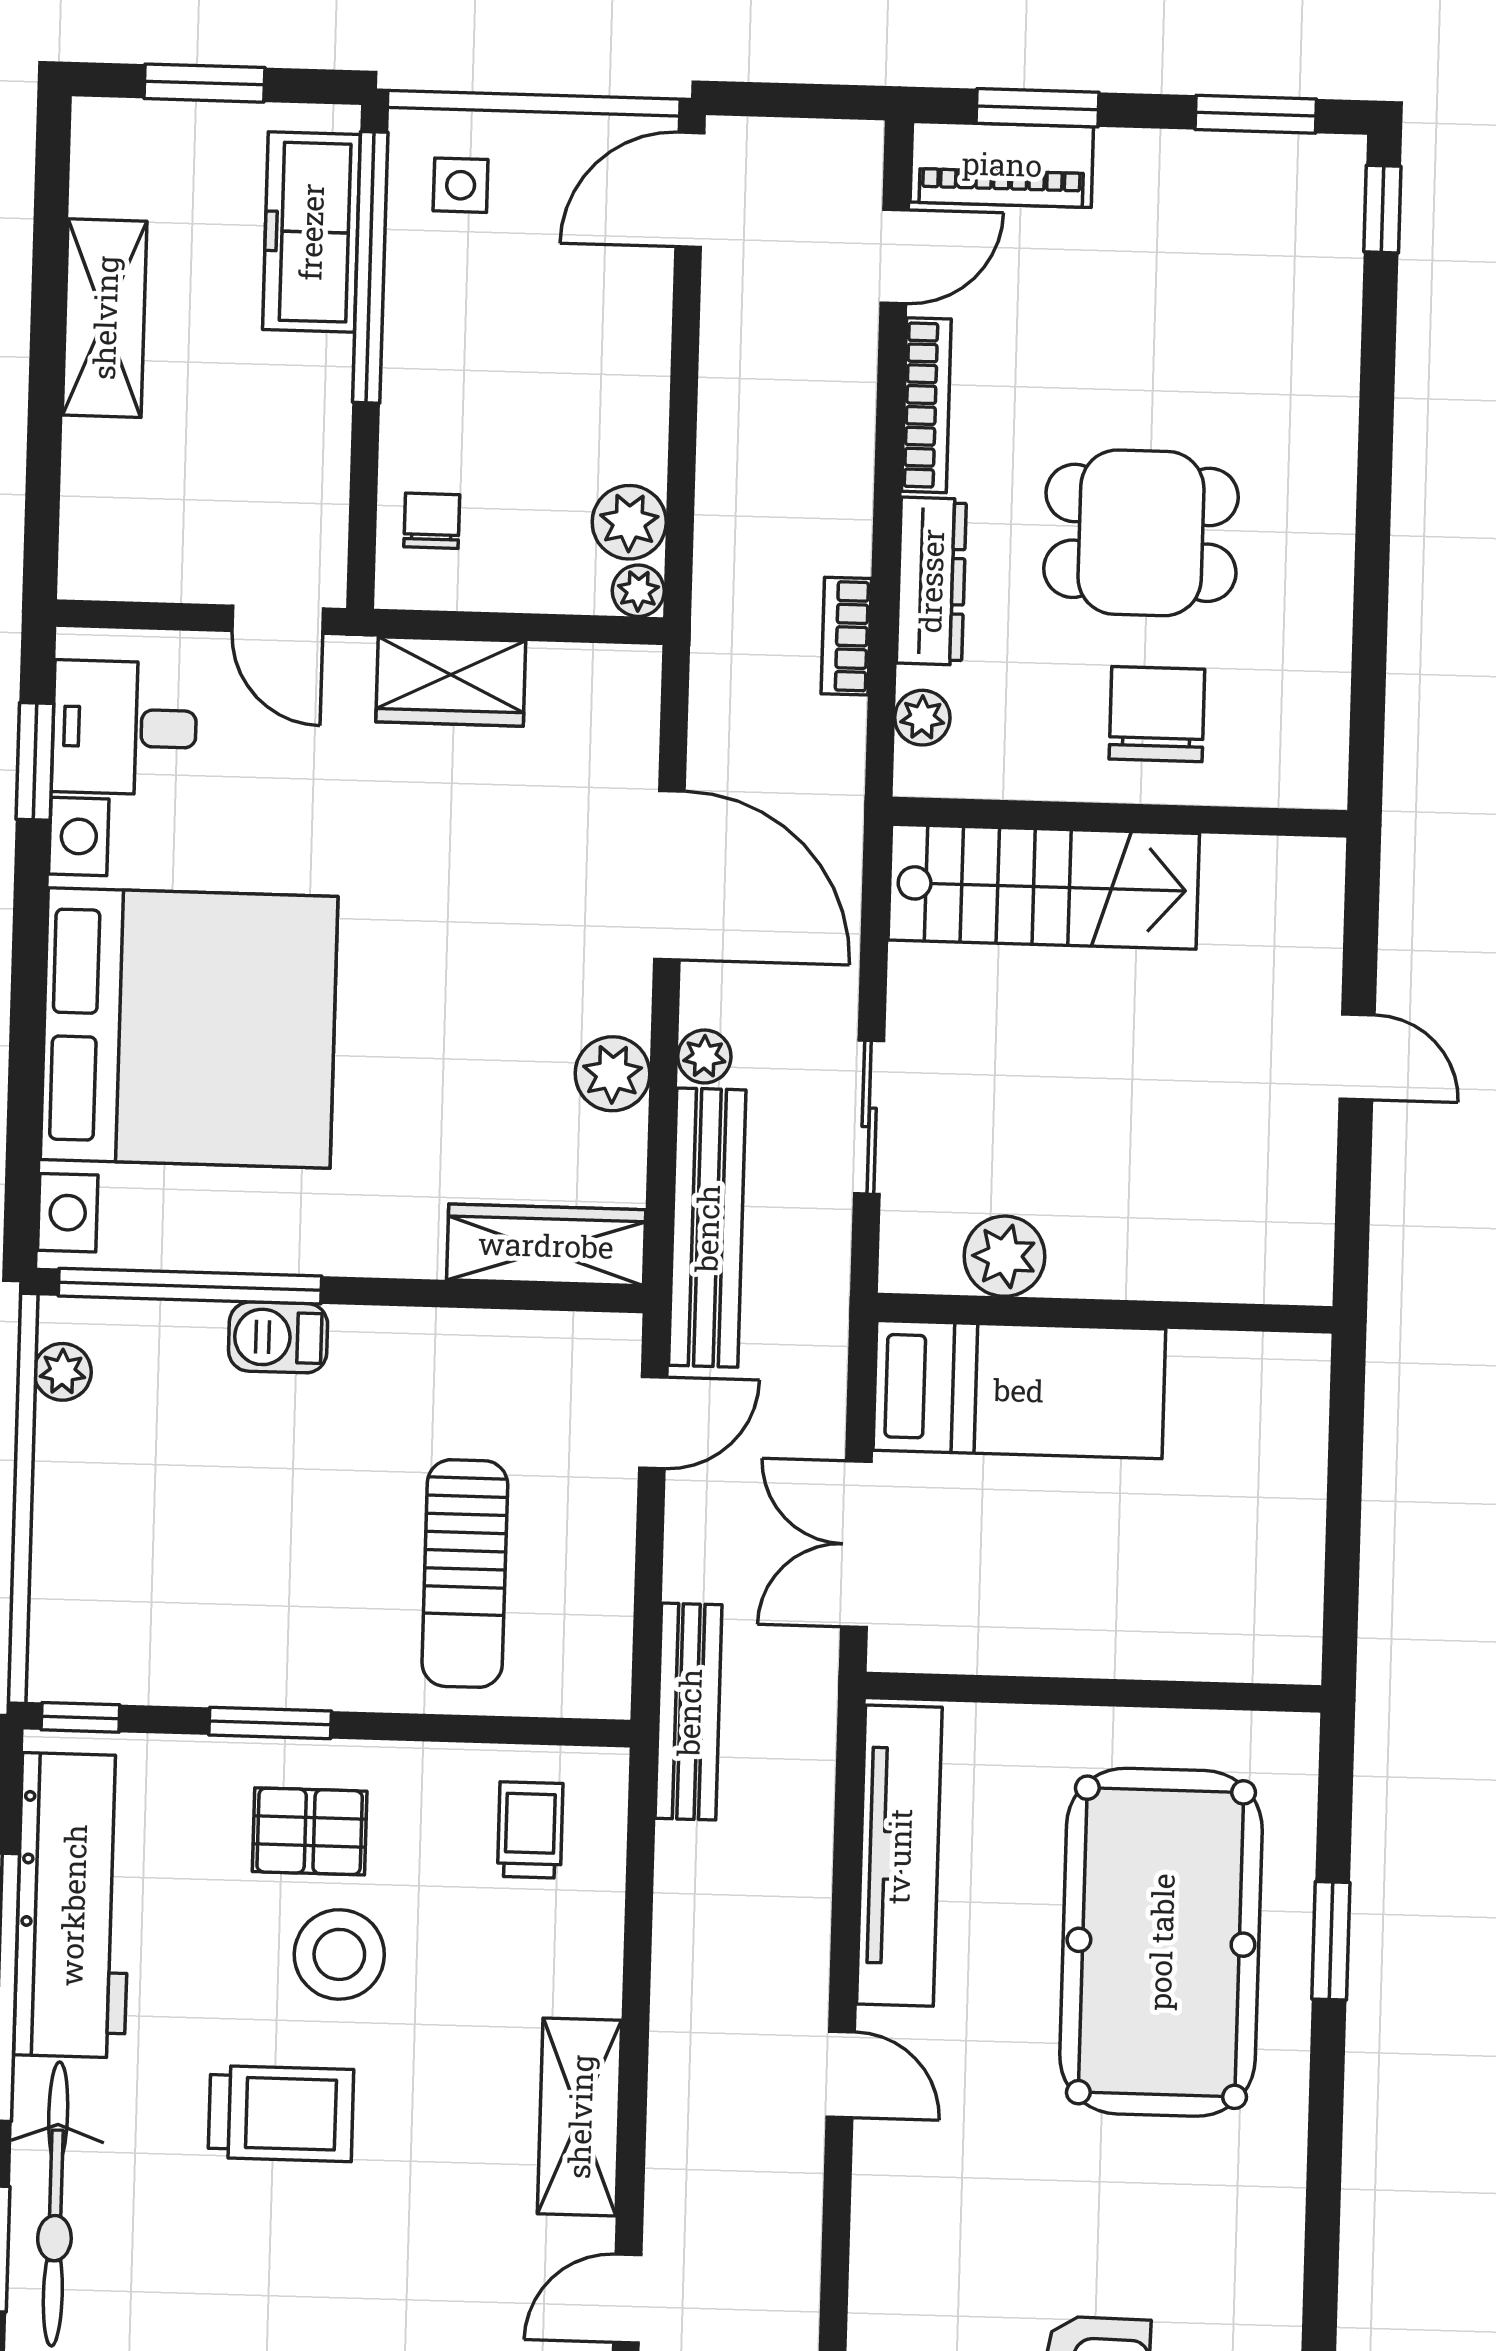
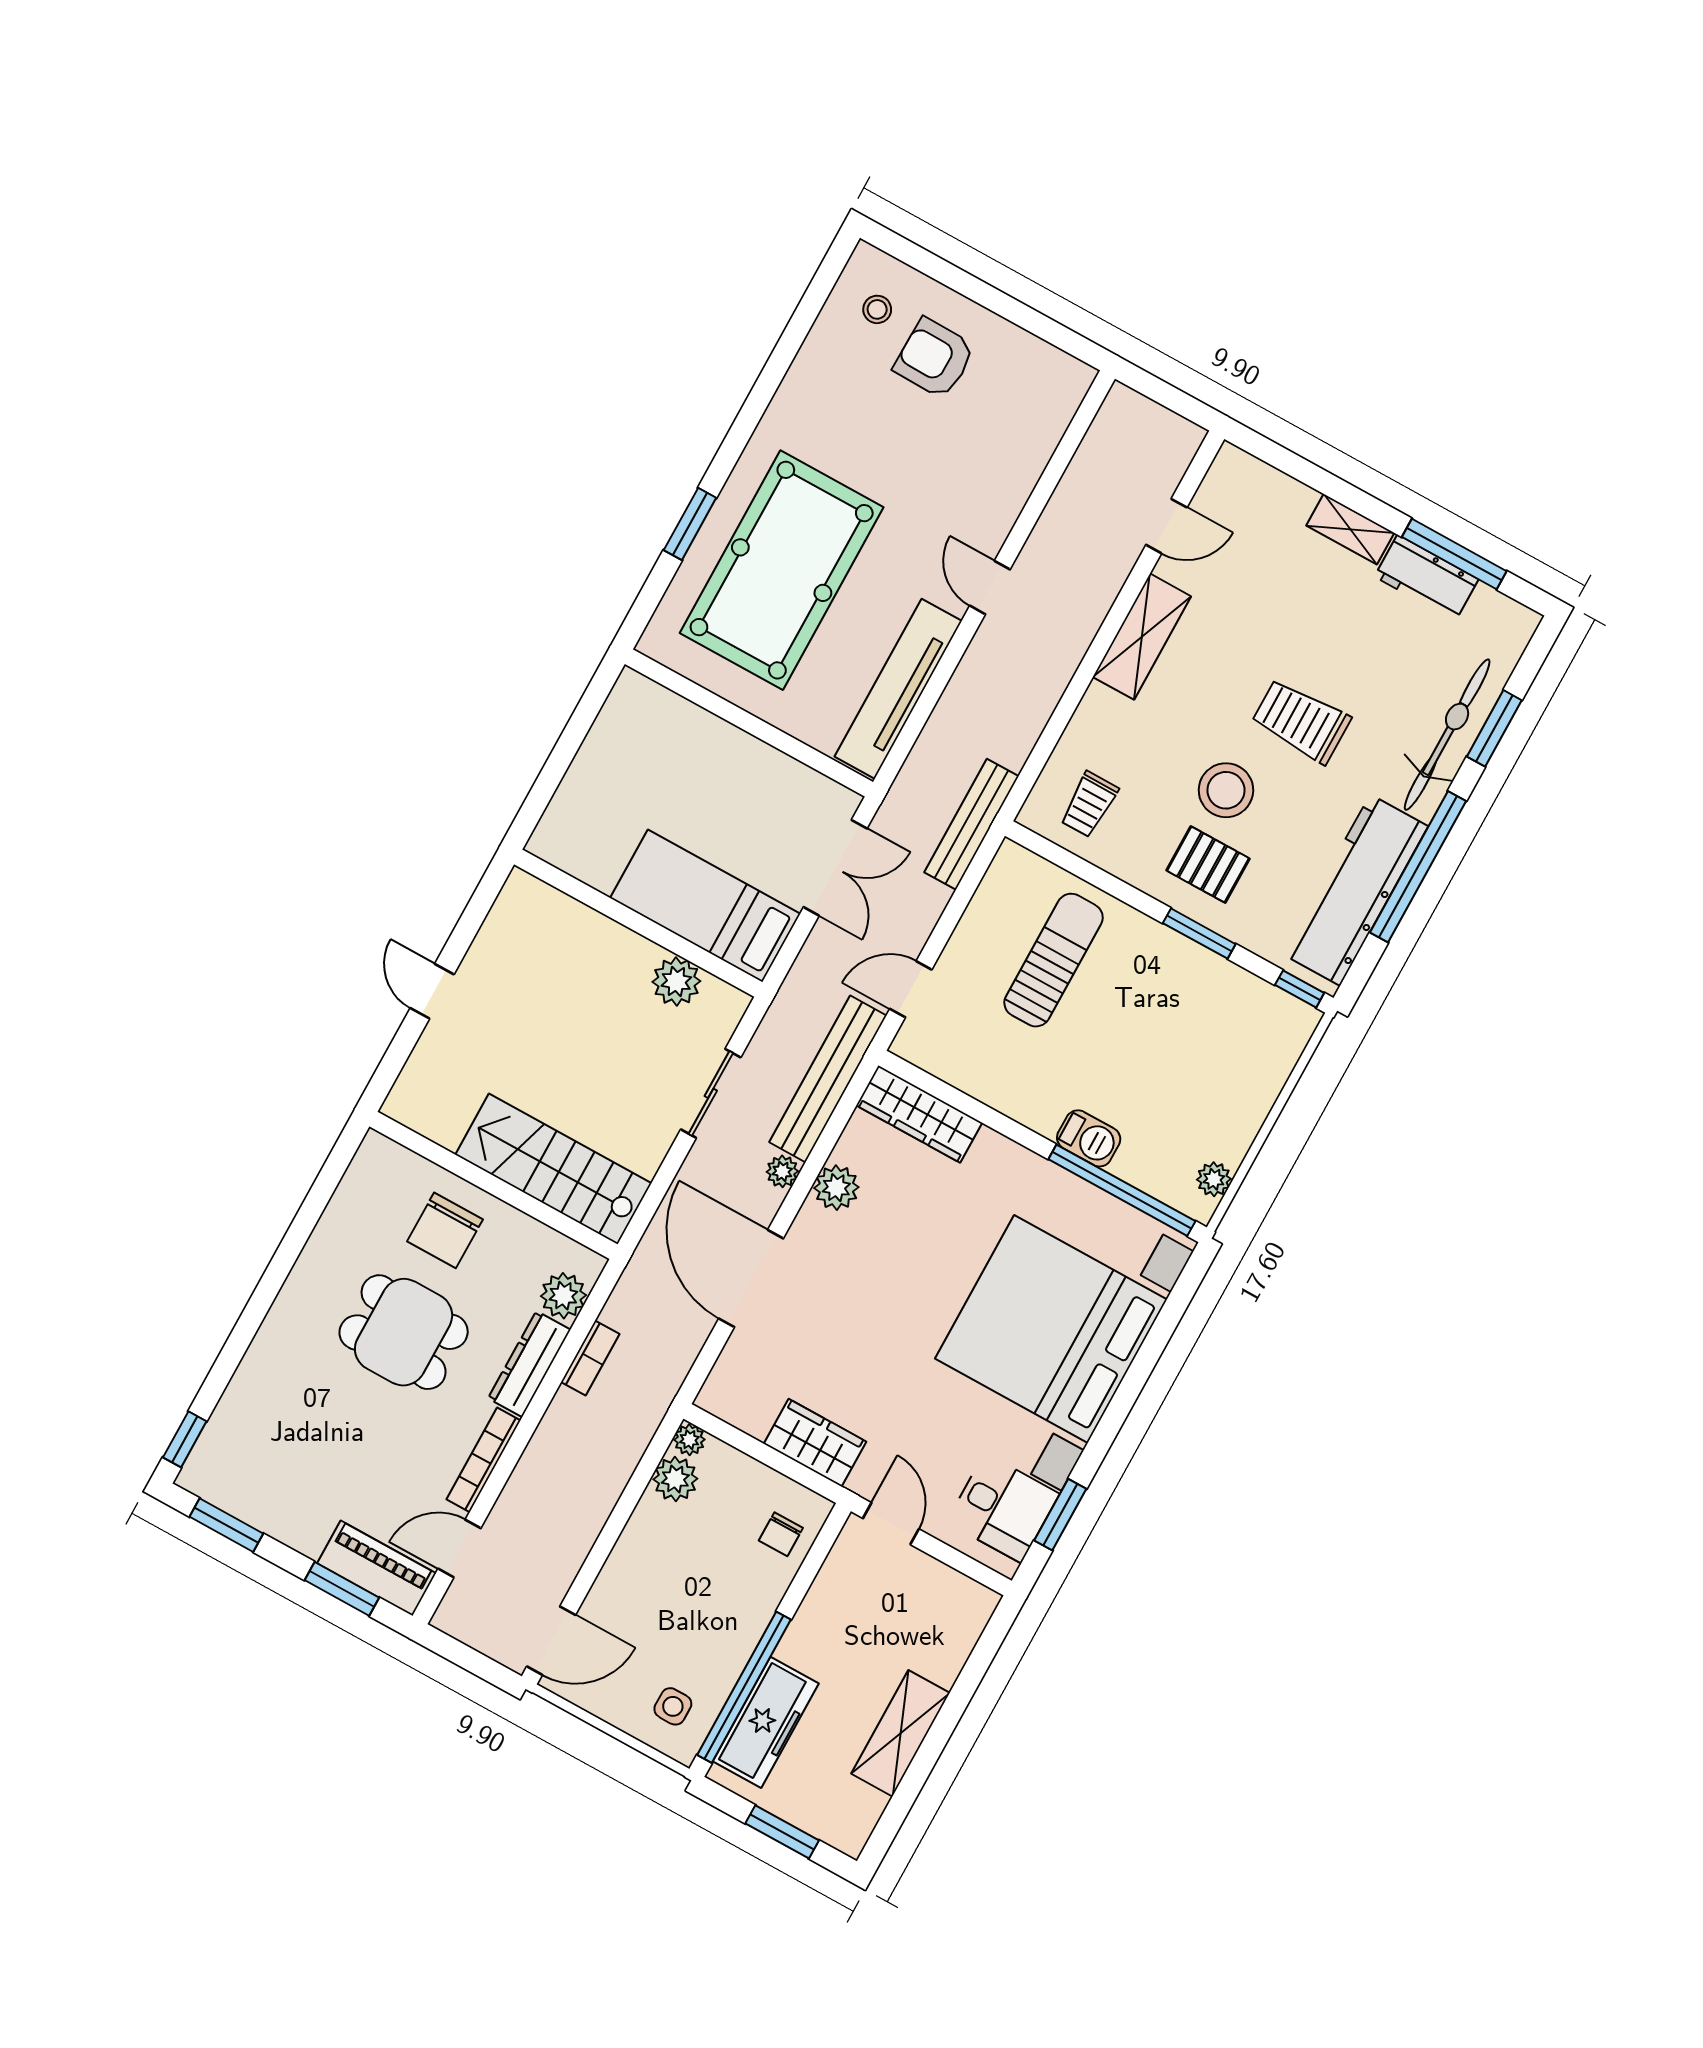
plant: (922, 718) -> (563, 1296), width x1.38, depth x1.38

